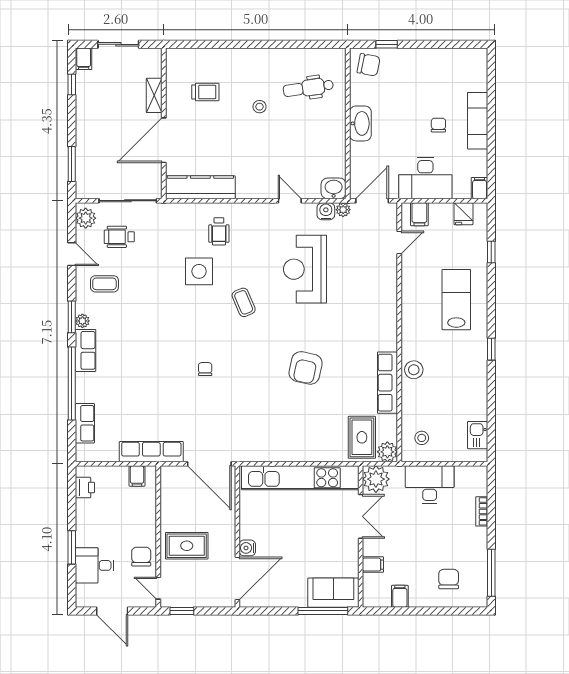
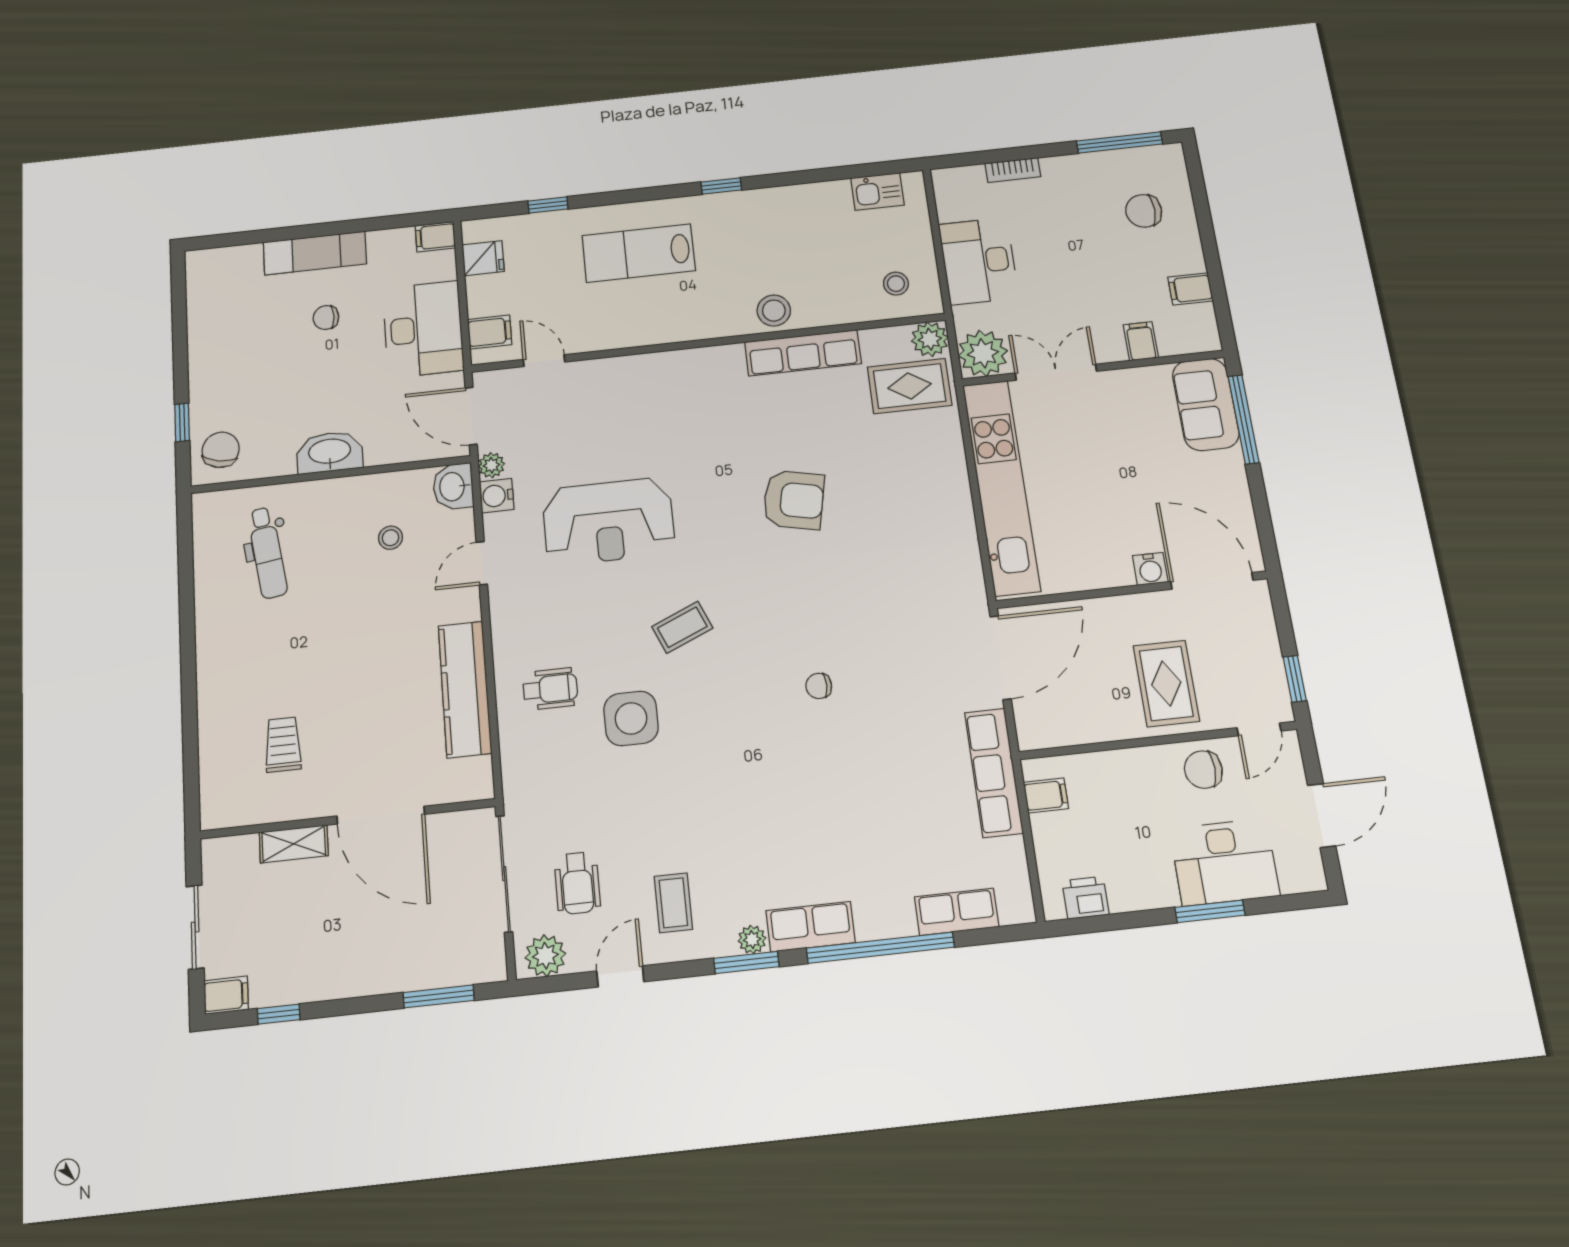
stool: (260, 107) -> (391, 538), moved
kitchen counter: (200, 187) -> (465, 689), moved
desk: (95, 565) -> (1224, 862), width x1.37

